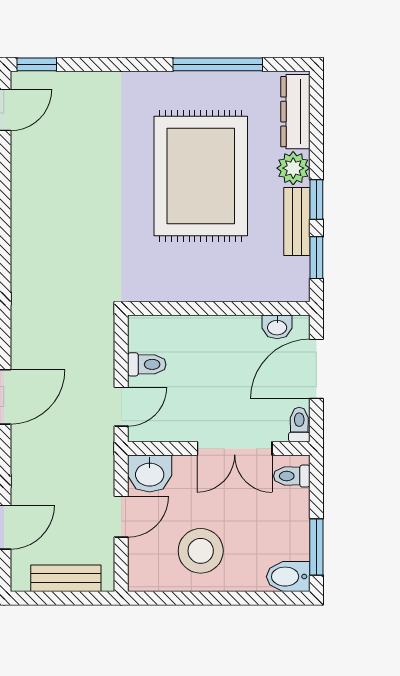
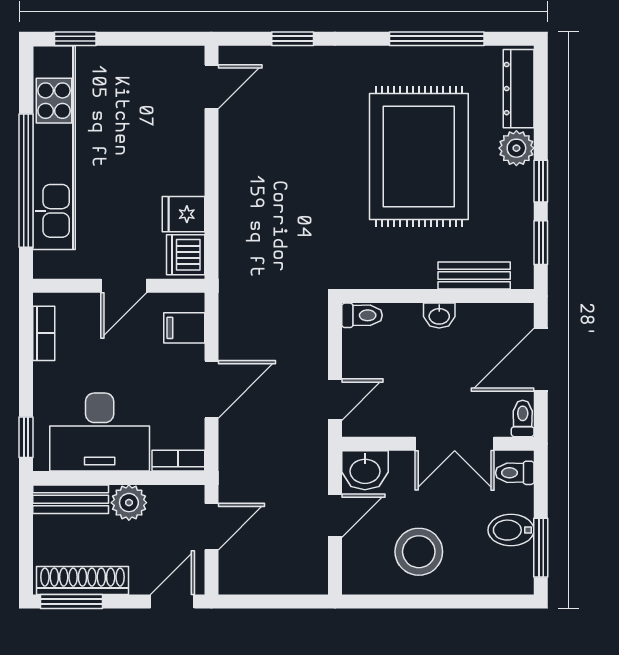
window: (37, 64) -> (293, 39), moved
bench: (297, 221) -> (474, 276), moved, turned 90
washbasin: (277, 327) -> (439, 316), moved
toilet: (147, 364) -> (362, 315), moved
bidet: (288, 577) -> (511, 530), moved
bench: (66, 578) -> (277, 581), removed

